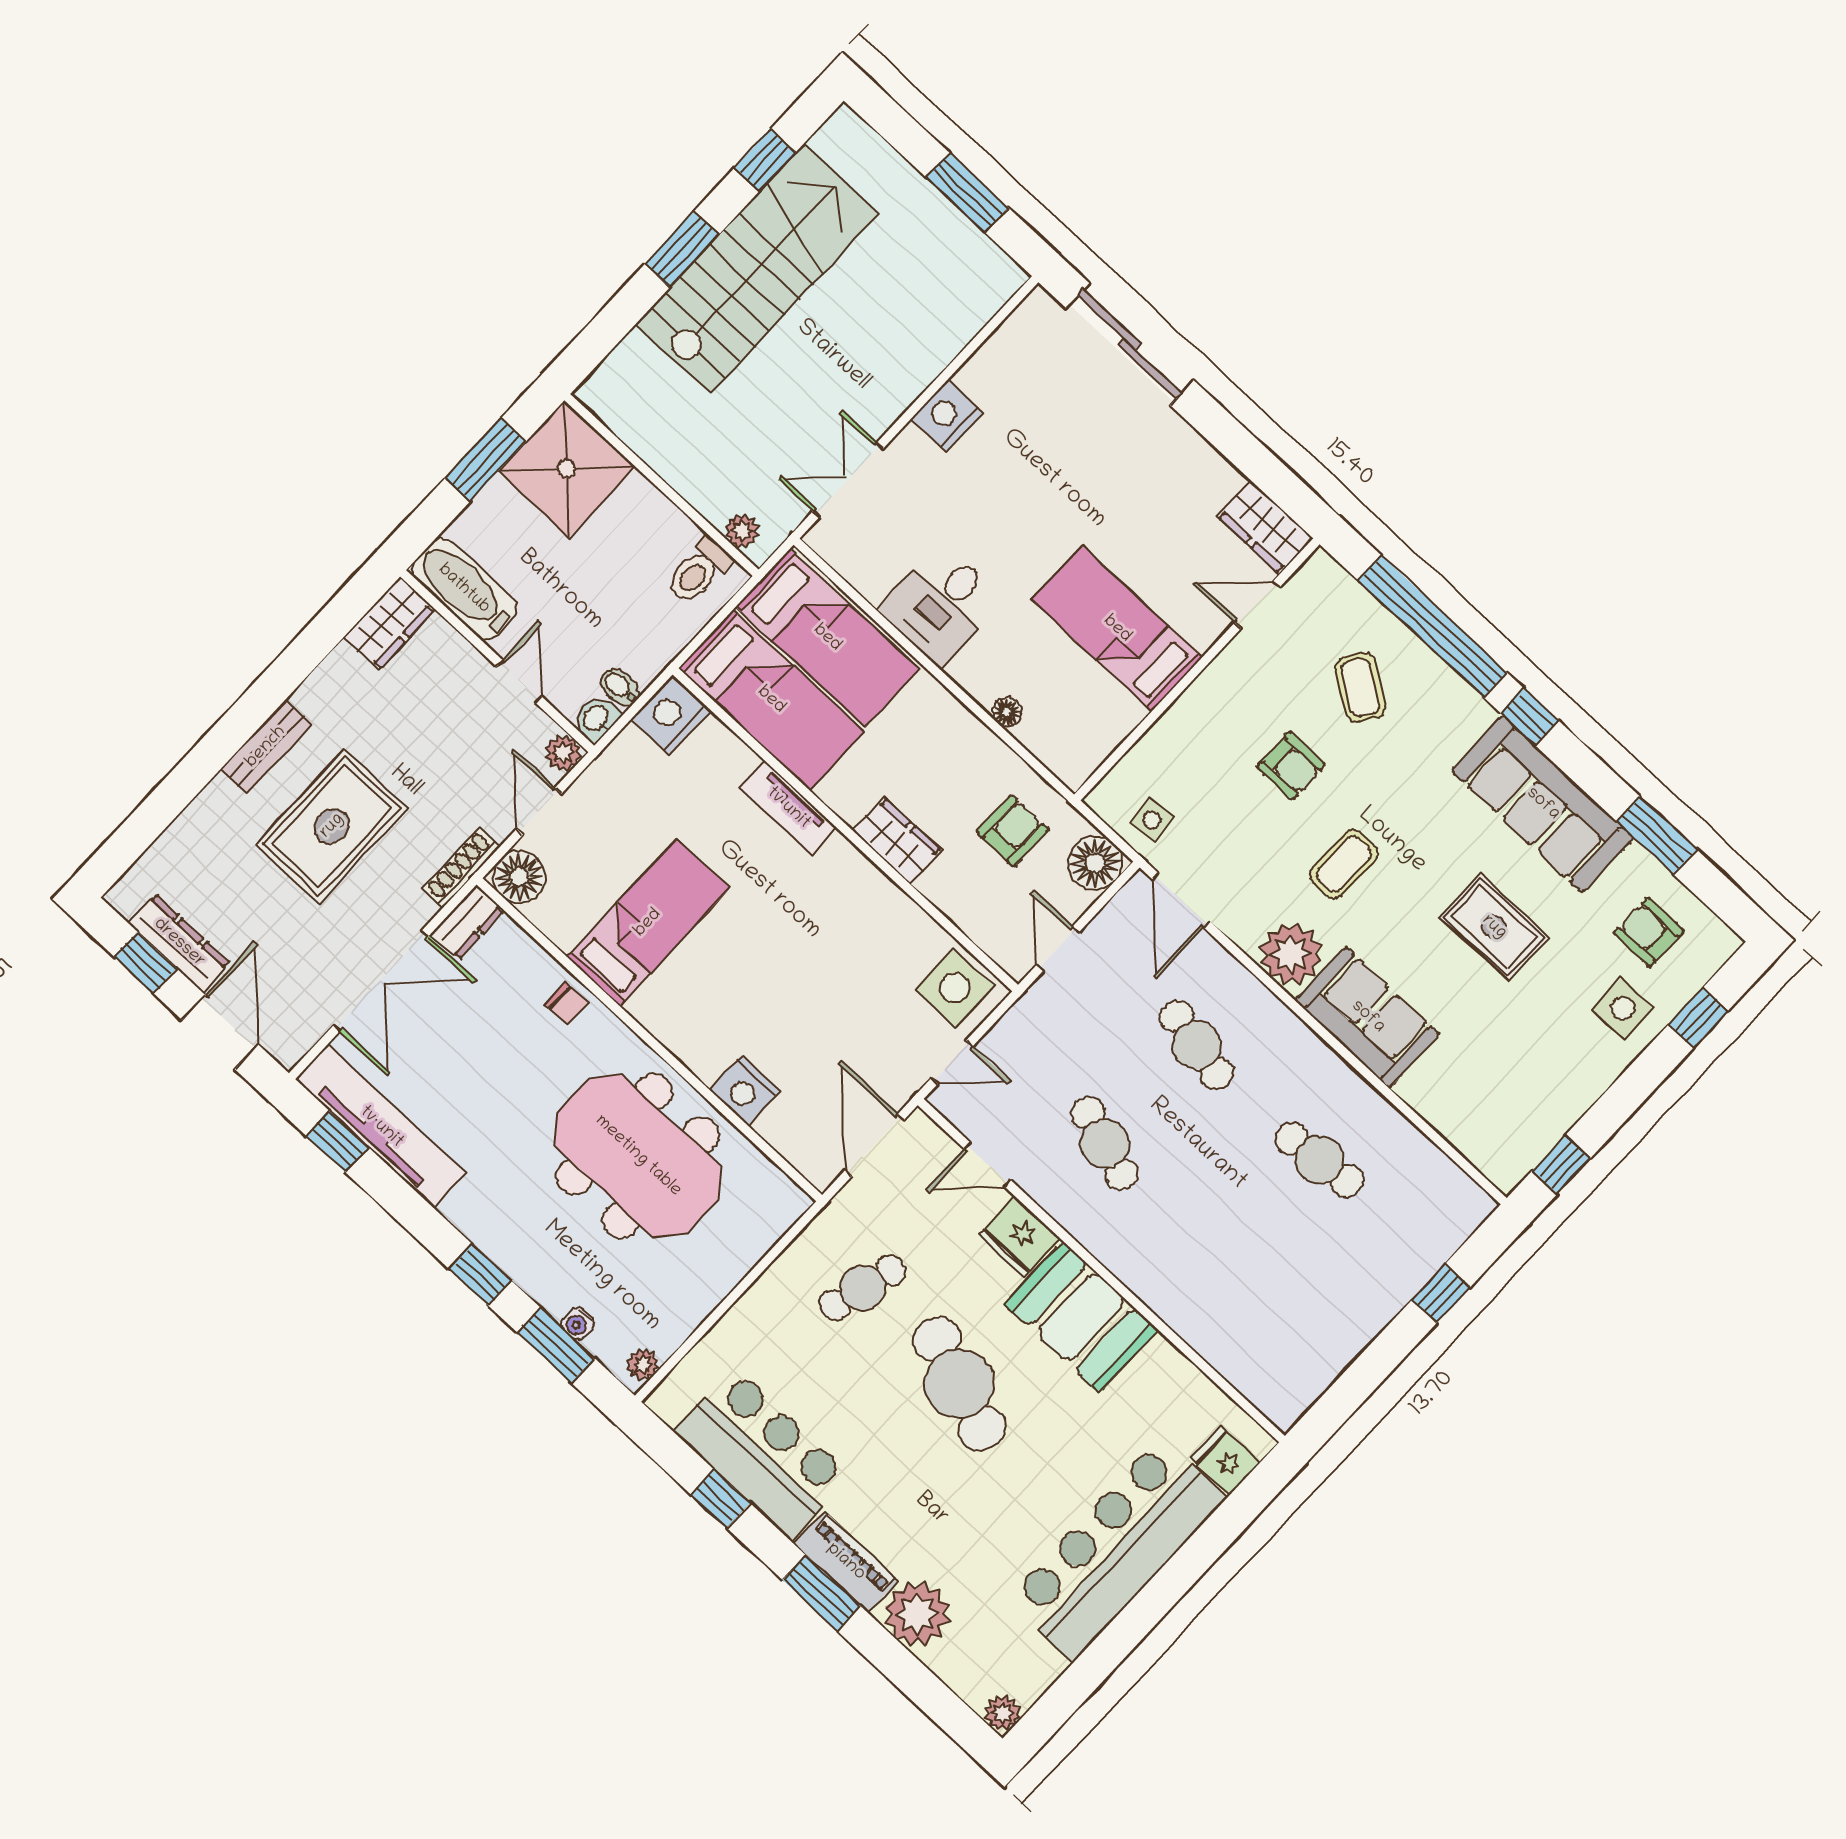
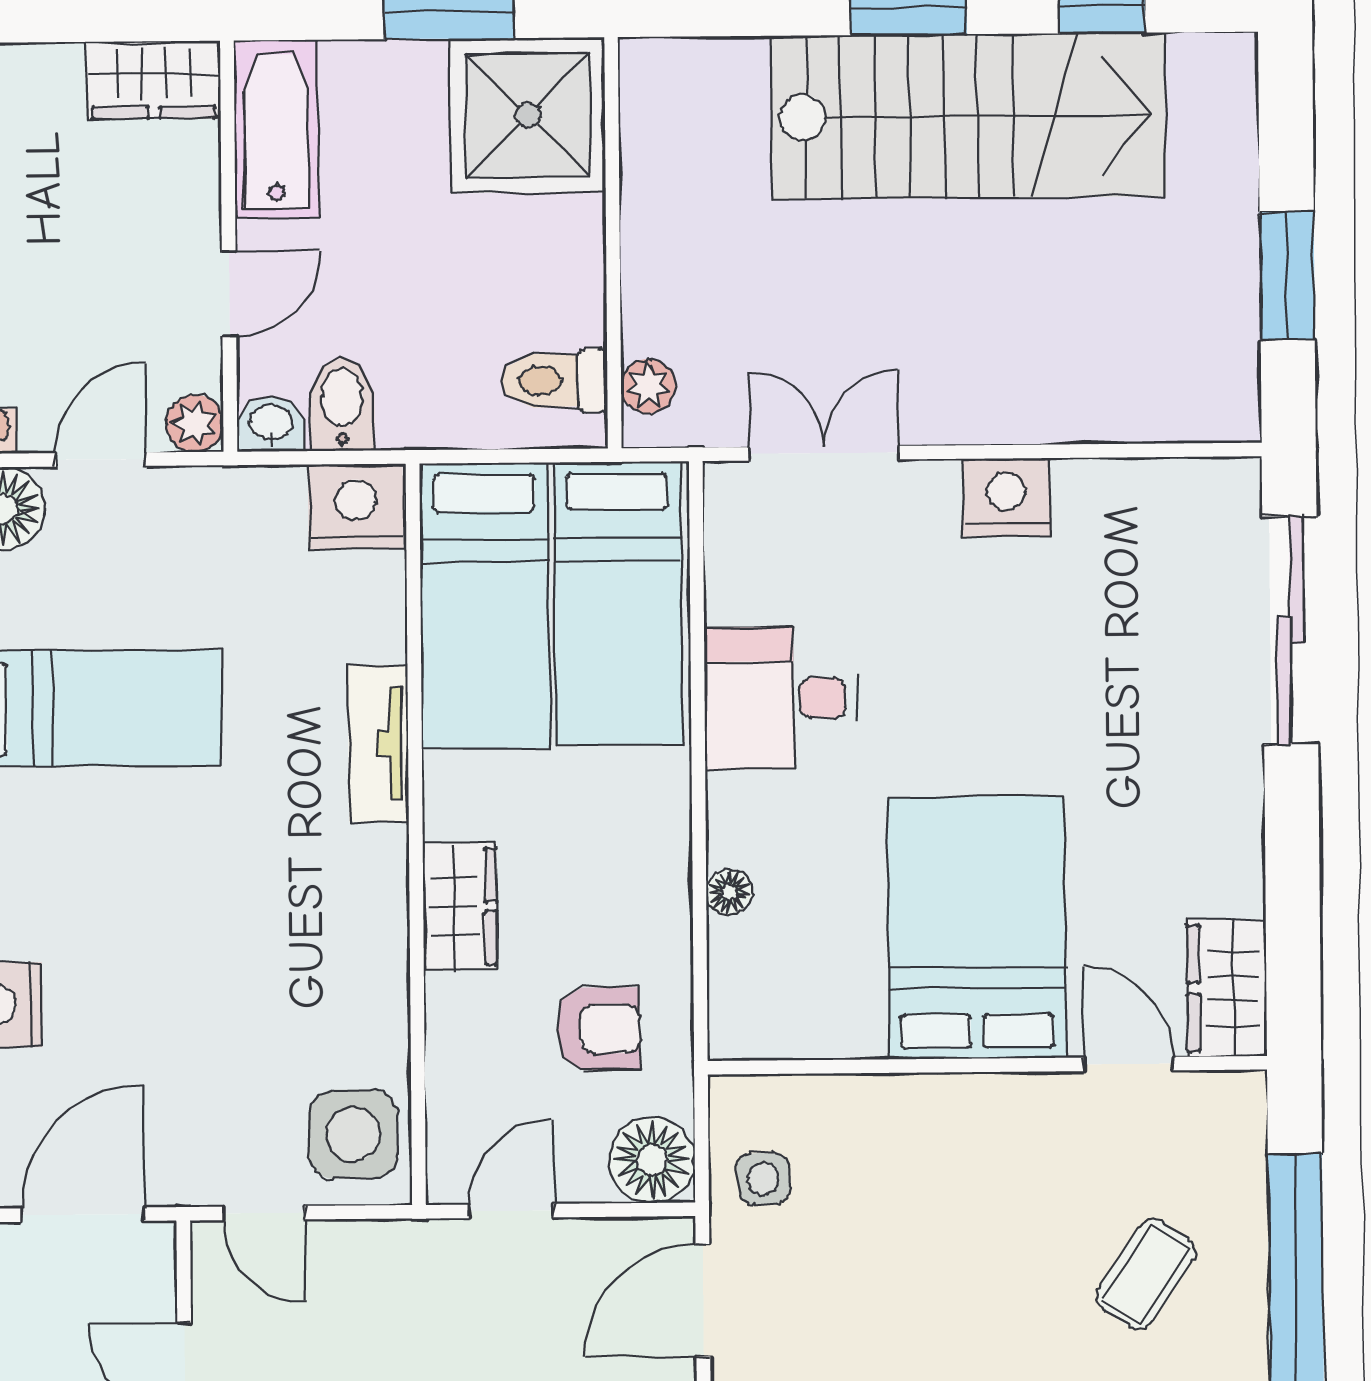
bed: (1117, 629) -> (976, 928), width x1.50
bidet: (620, 687) -> (342, 404), width x1.38, depth x1.36
armchair: (1291, 766) -> (980, 1280), removed

